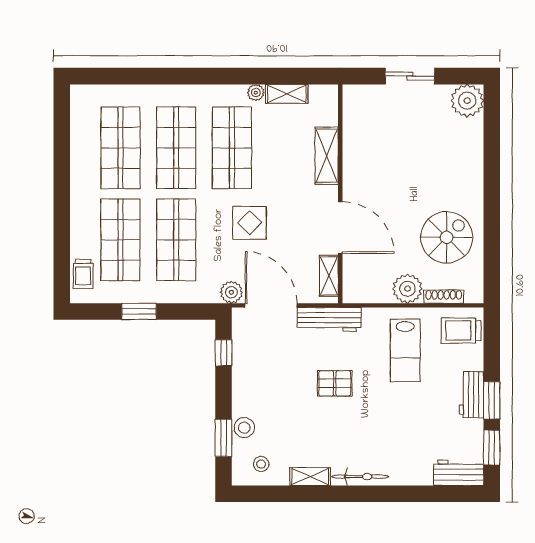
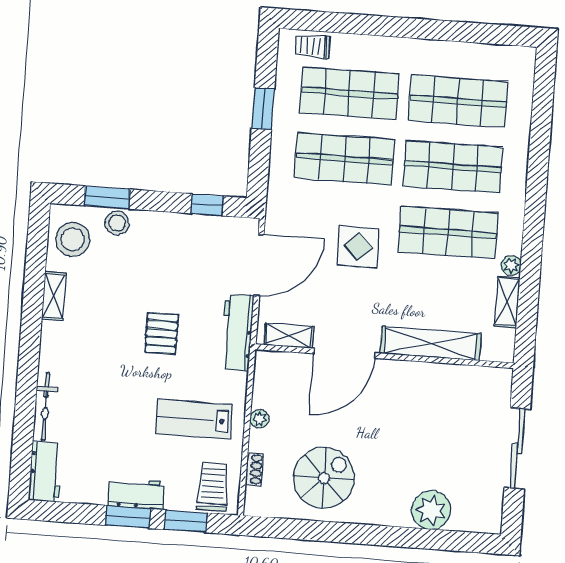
sliding door: (410, 76) -> (517, 448), width x1.37
plant: (467, 101) -> (431, 510), moved
shelving: (327, 156) -> (431, 344), width x1.47
spiral stairs: (447, 237) -> (324, 478), turned -90
plant: (408, 289) -> (259, 419), width x0.53, depth x0.53
plant: (231, 292) -> (278, 219), removed
shoe rack: (444, 297) -> (254, 469), width x0.70
window: (492, 448) -> (186, 521), moved
stool: (261, 464) -> (73, 240), width x1.89, depth x1.89
bicycle: (360, 477) -> (46, 407), moved

